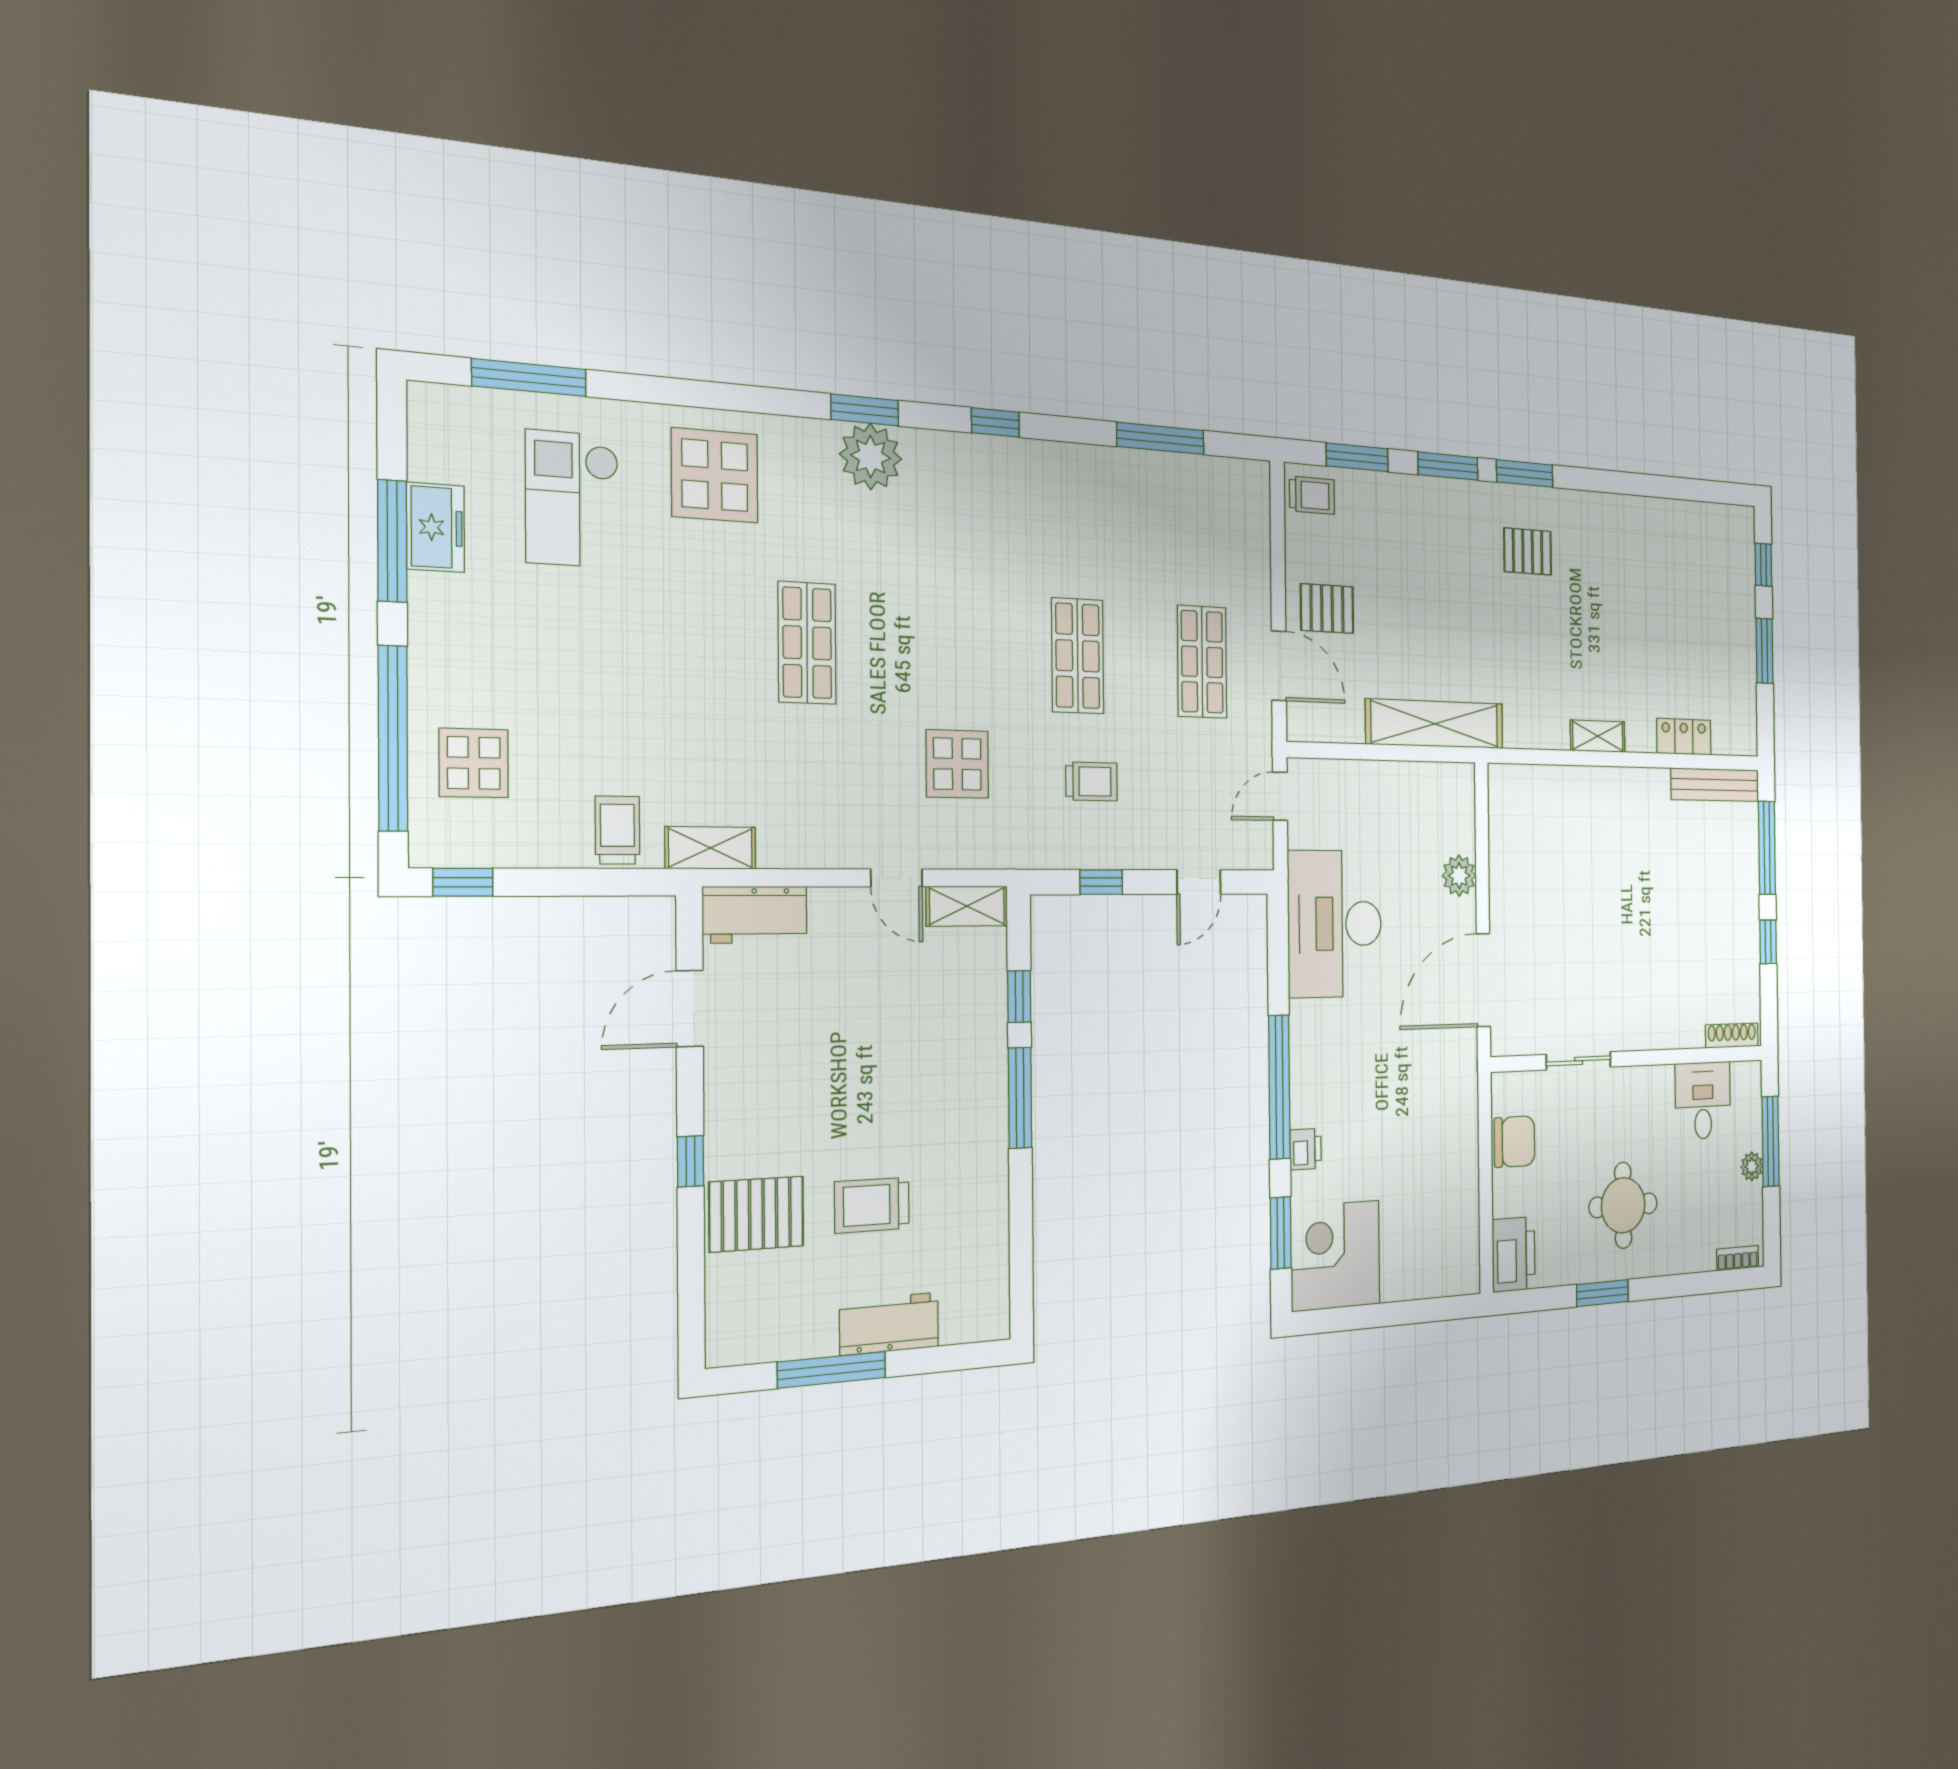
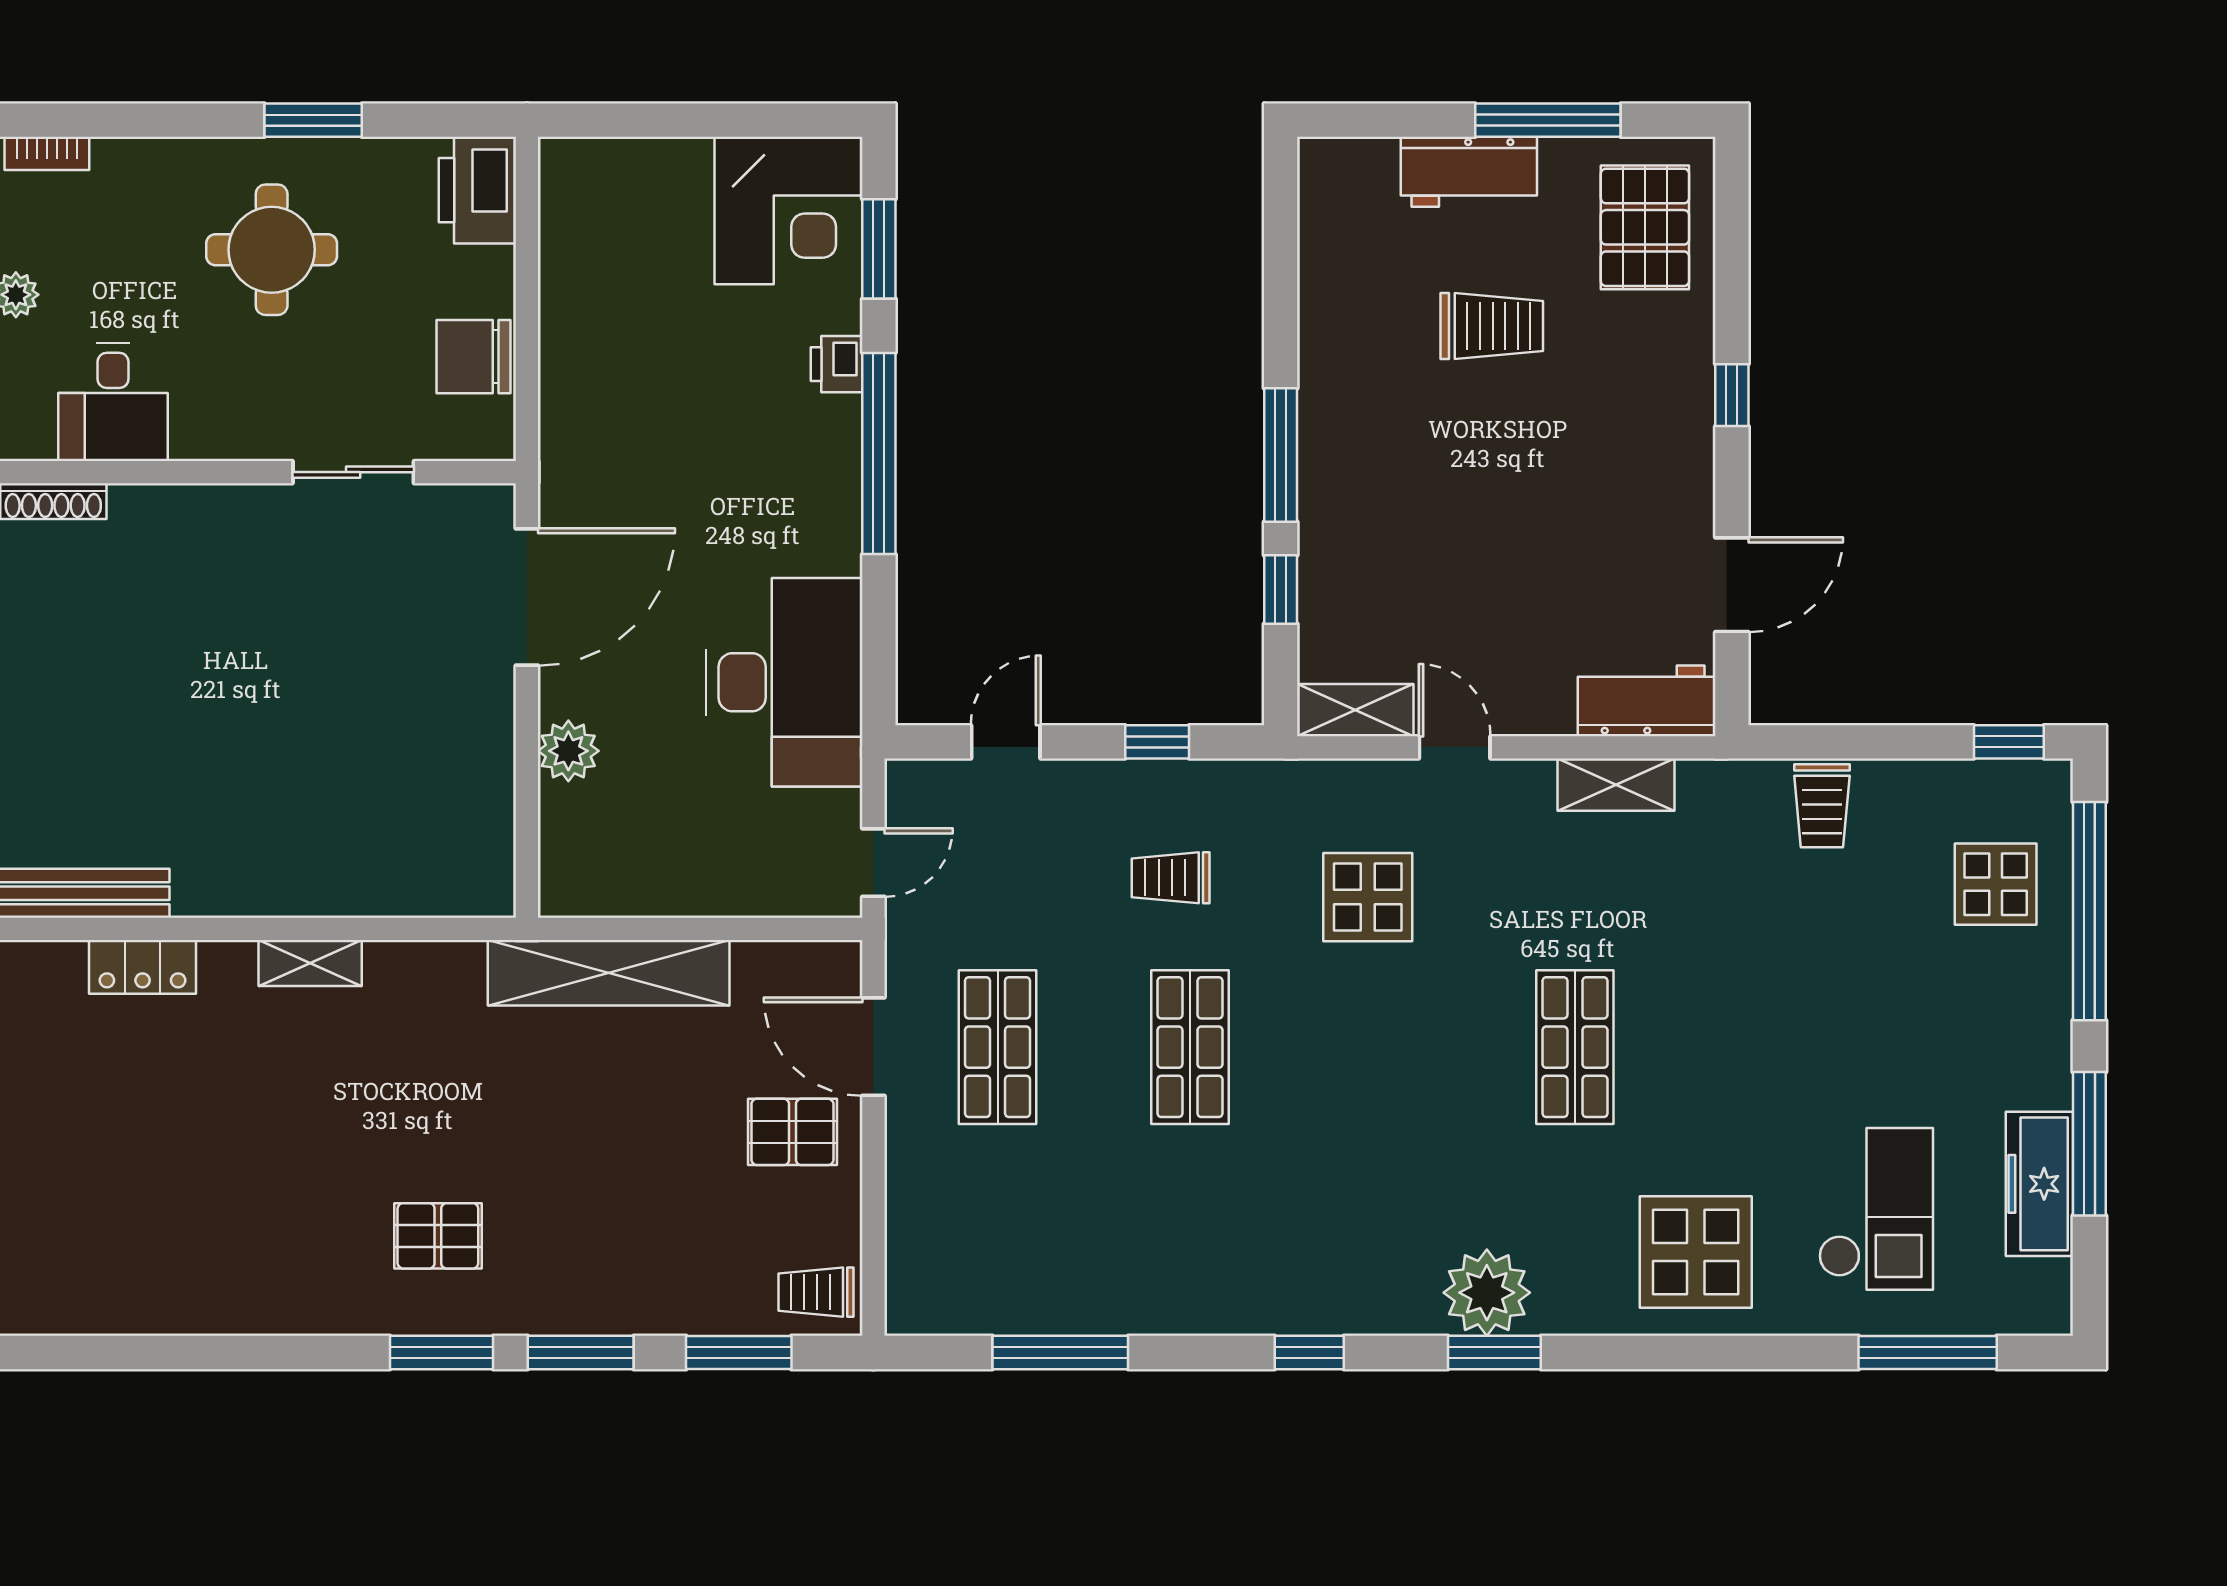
freezer: (436, 527) -> (2039, 1184), width x1.40
shelving: (710, 848) -> (1616, 785), moved
pallet: (756, 1214) -> (1645, 227), moved, turned 90

